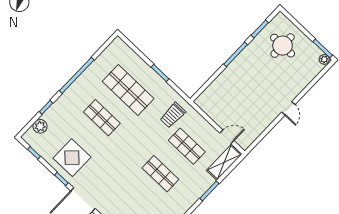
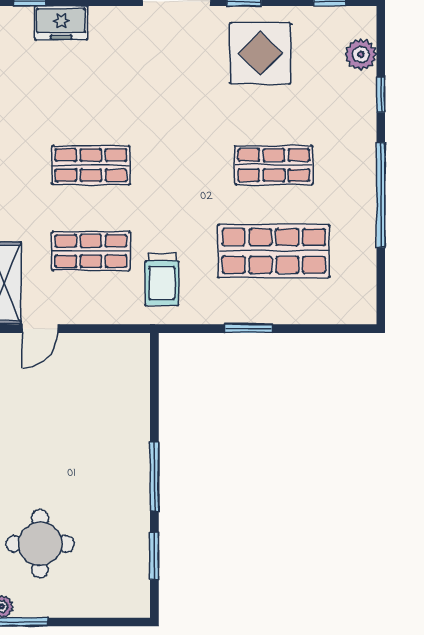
round table: (283, 46) -> (40, 544), moved
trolley: (173, 115) -> (162, 279), turned 180

